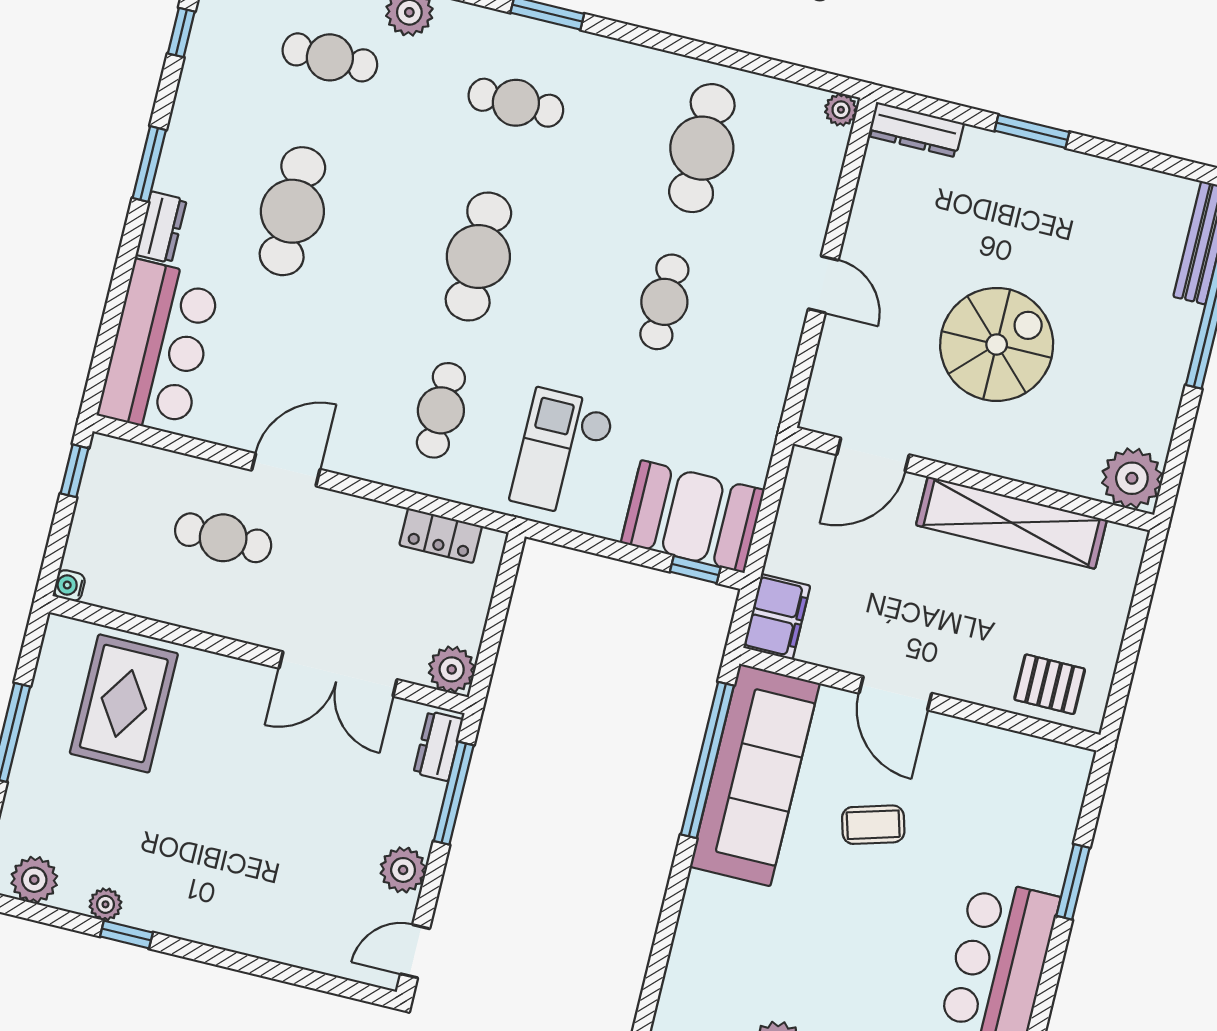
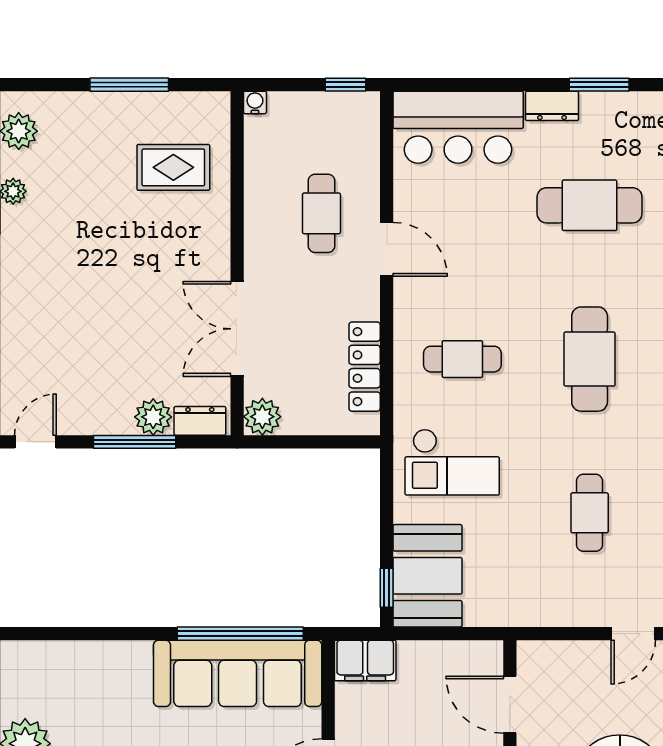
cafe table: (478, 257) -> (590, 359), turned 90
cafe table: (664, 302) -> (590, 513), turned 90
checkout: (562, 453) -> (452, 462), turned 180
locker: (441, 536) -> (365, 367), width x1.53
rug: (124, 703) -> (173, 167), width x0.73, depth x0.70
window: (454, 793) -> (135, 442), moved
plant: (403, 870) -> (153, 417), moved
door: (415, 951) -> (35, 442), hinge flipped

